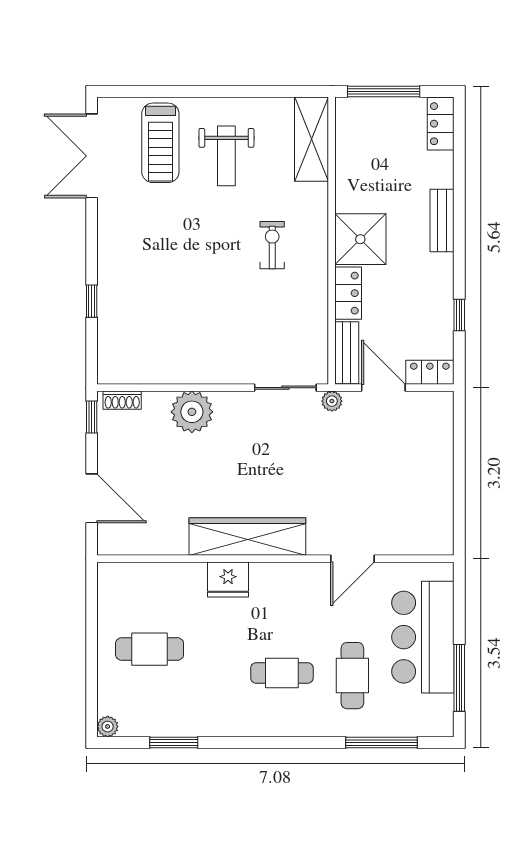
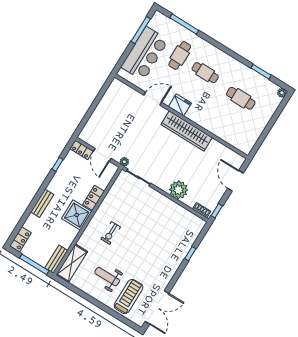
weight bench: (226, 156) -> (107, 277), turned -90
bench: (347, 353) -> (56, 259), moved
fridge: (228, 579) -> (180, 105), moved
cafe table: (150, 649) -> (241, 98), moved

